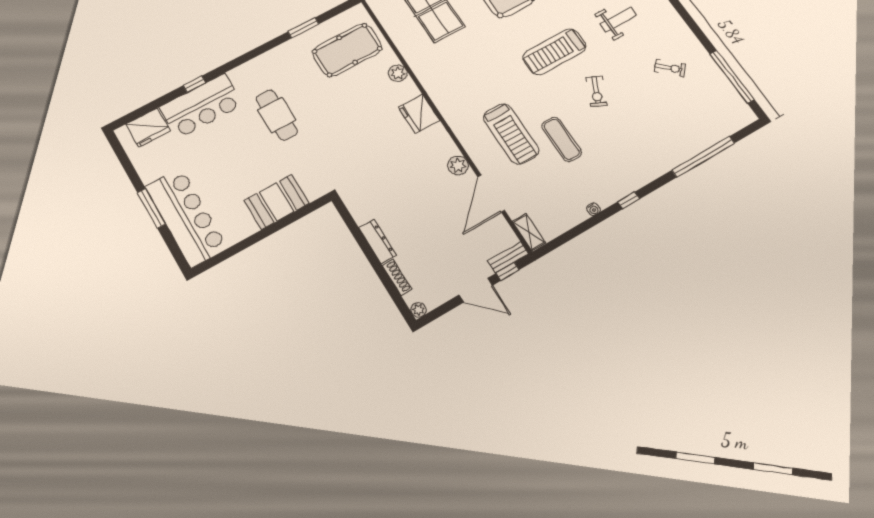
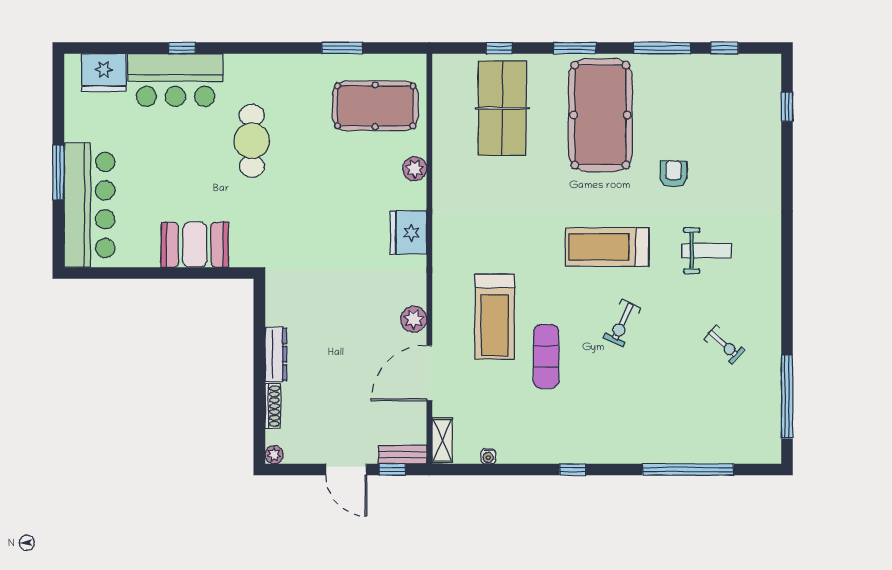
water cooler: (593, 209) -> (488, 456), moved

